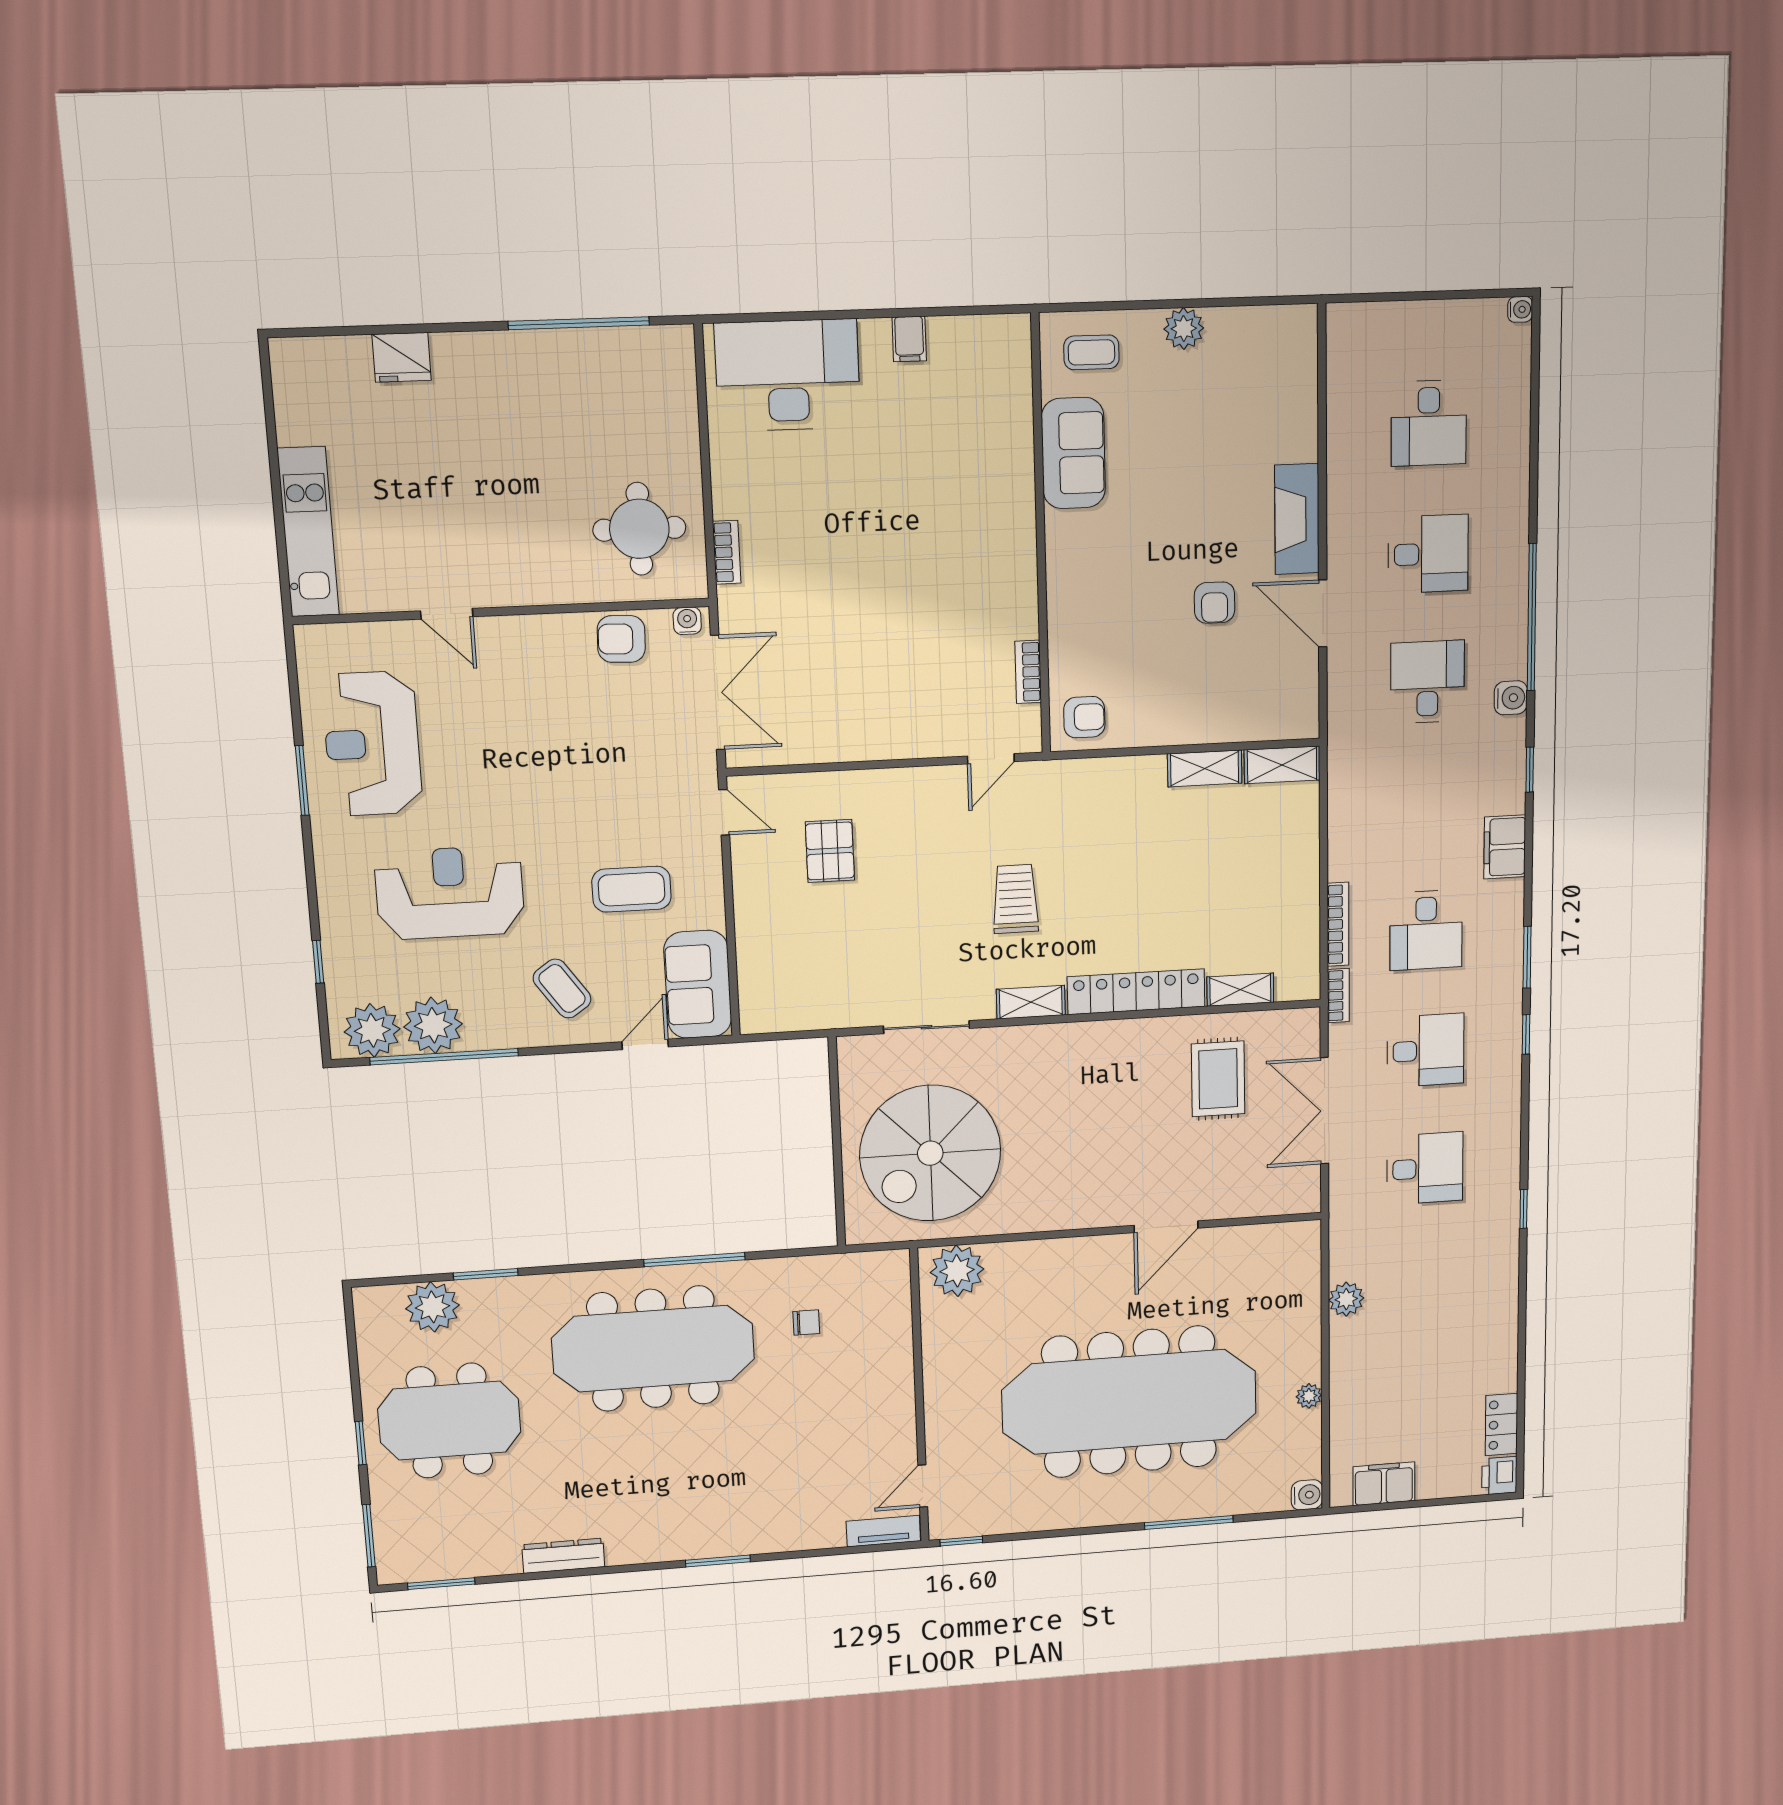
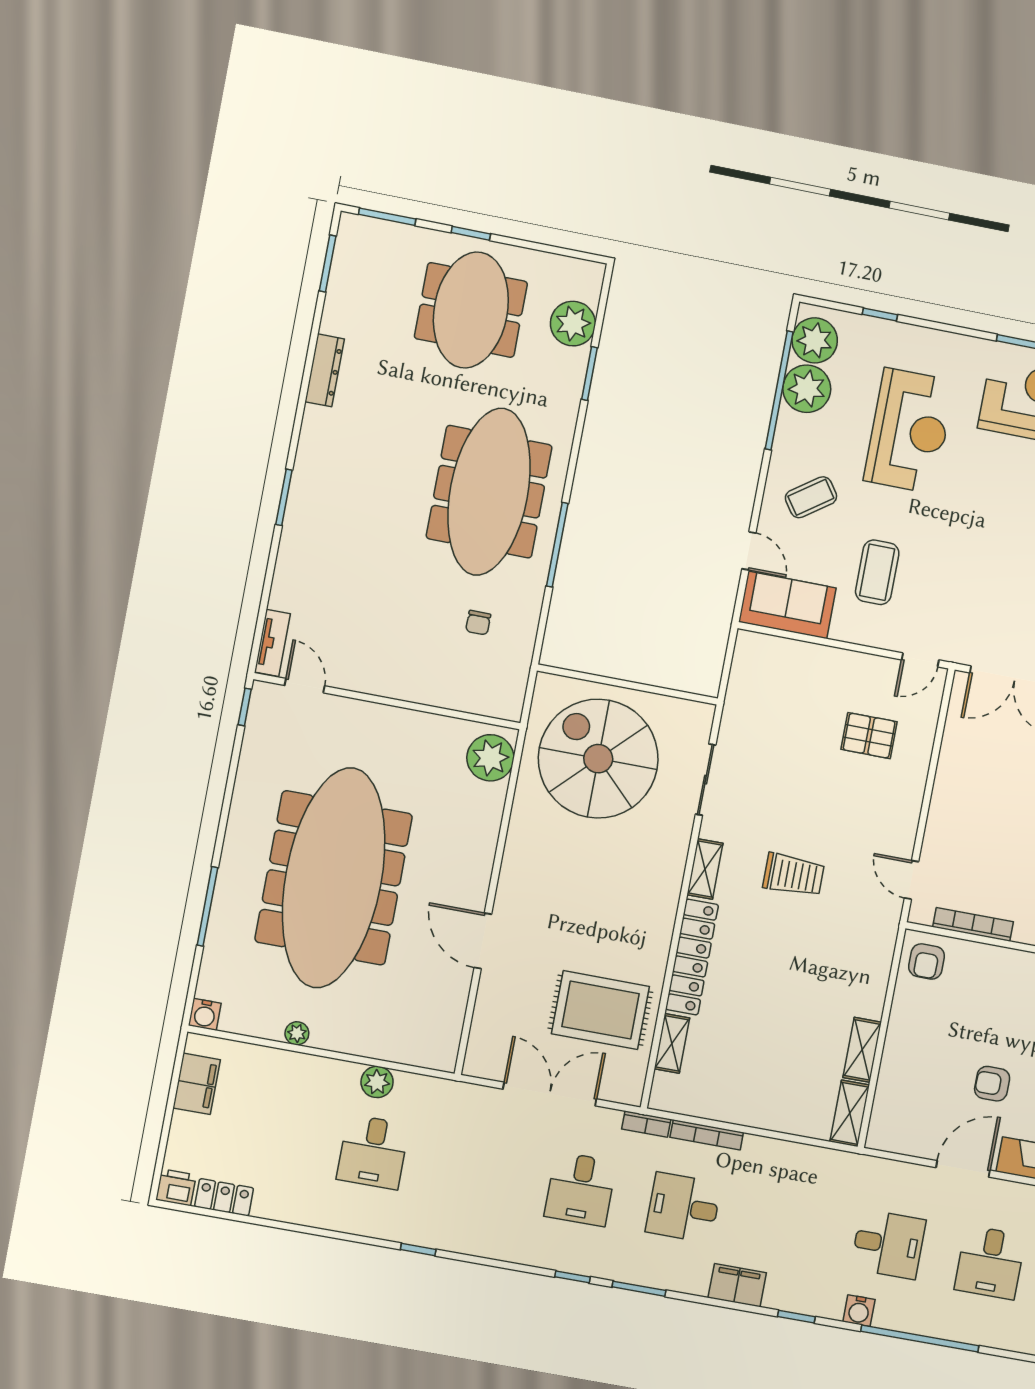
bookcase: (1028, 672) -> (973, 924), width x1.56
rug: (1218, 1079) -> (600, 1010), width x1.36, depth x1.43
desk: (1425, 1168) -> (373, 1152), moved

